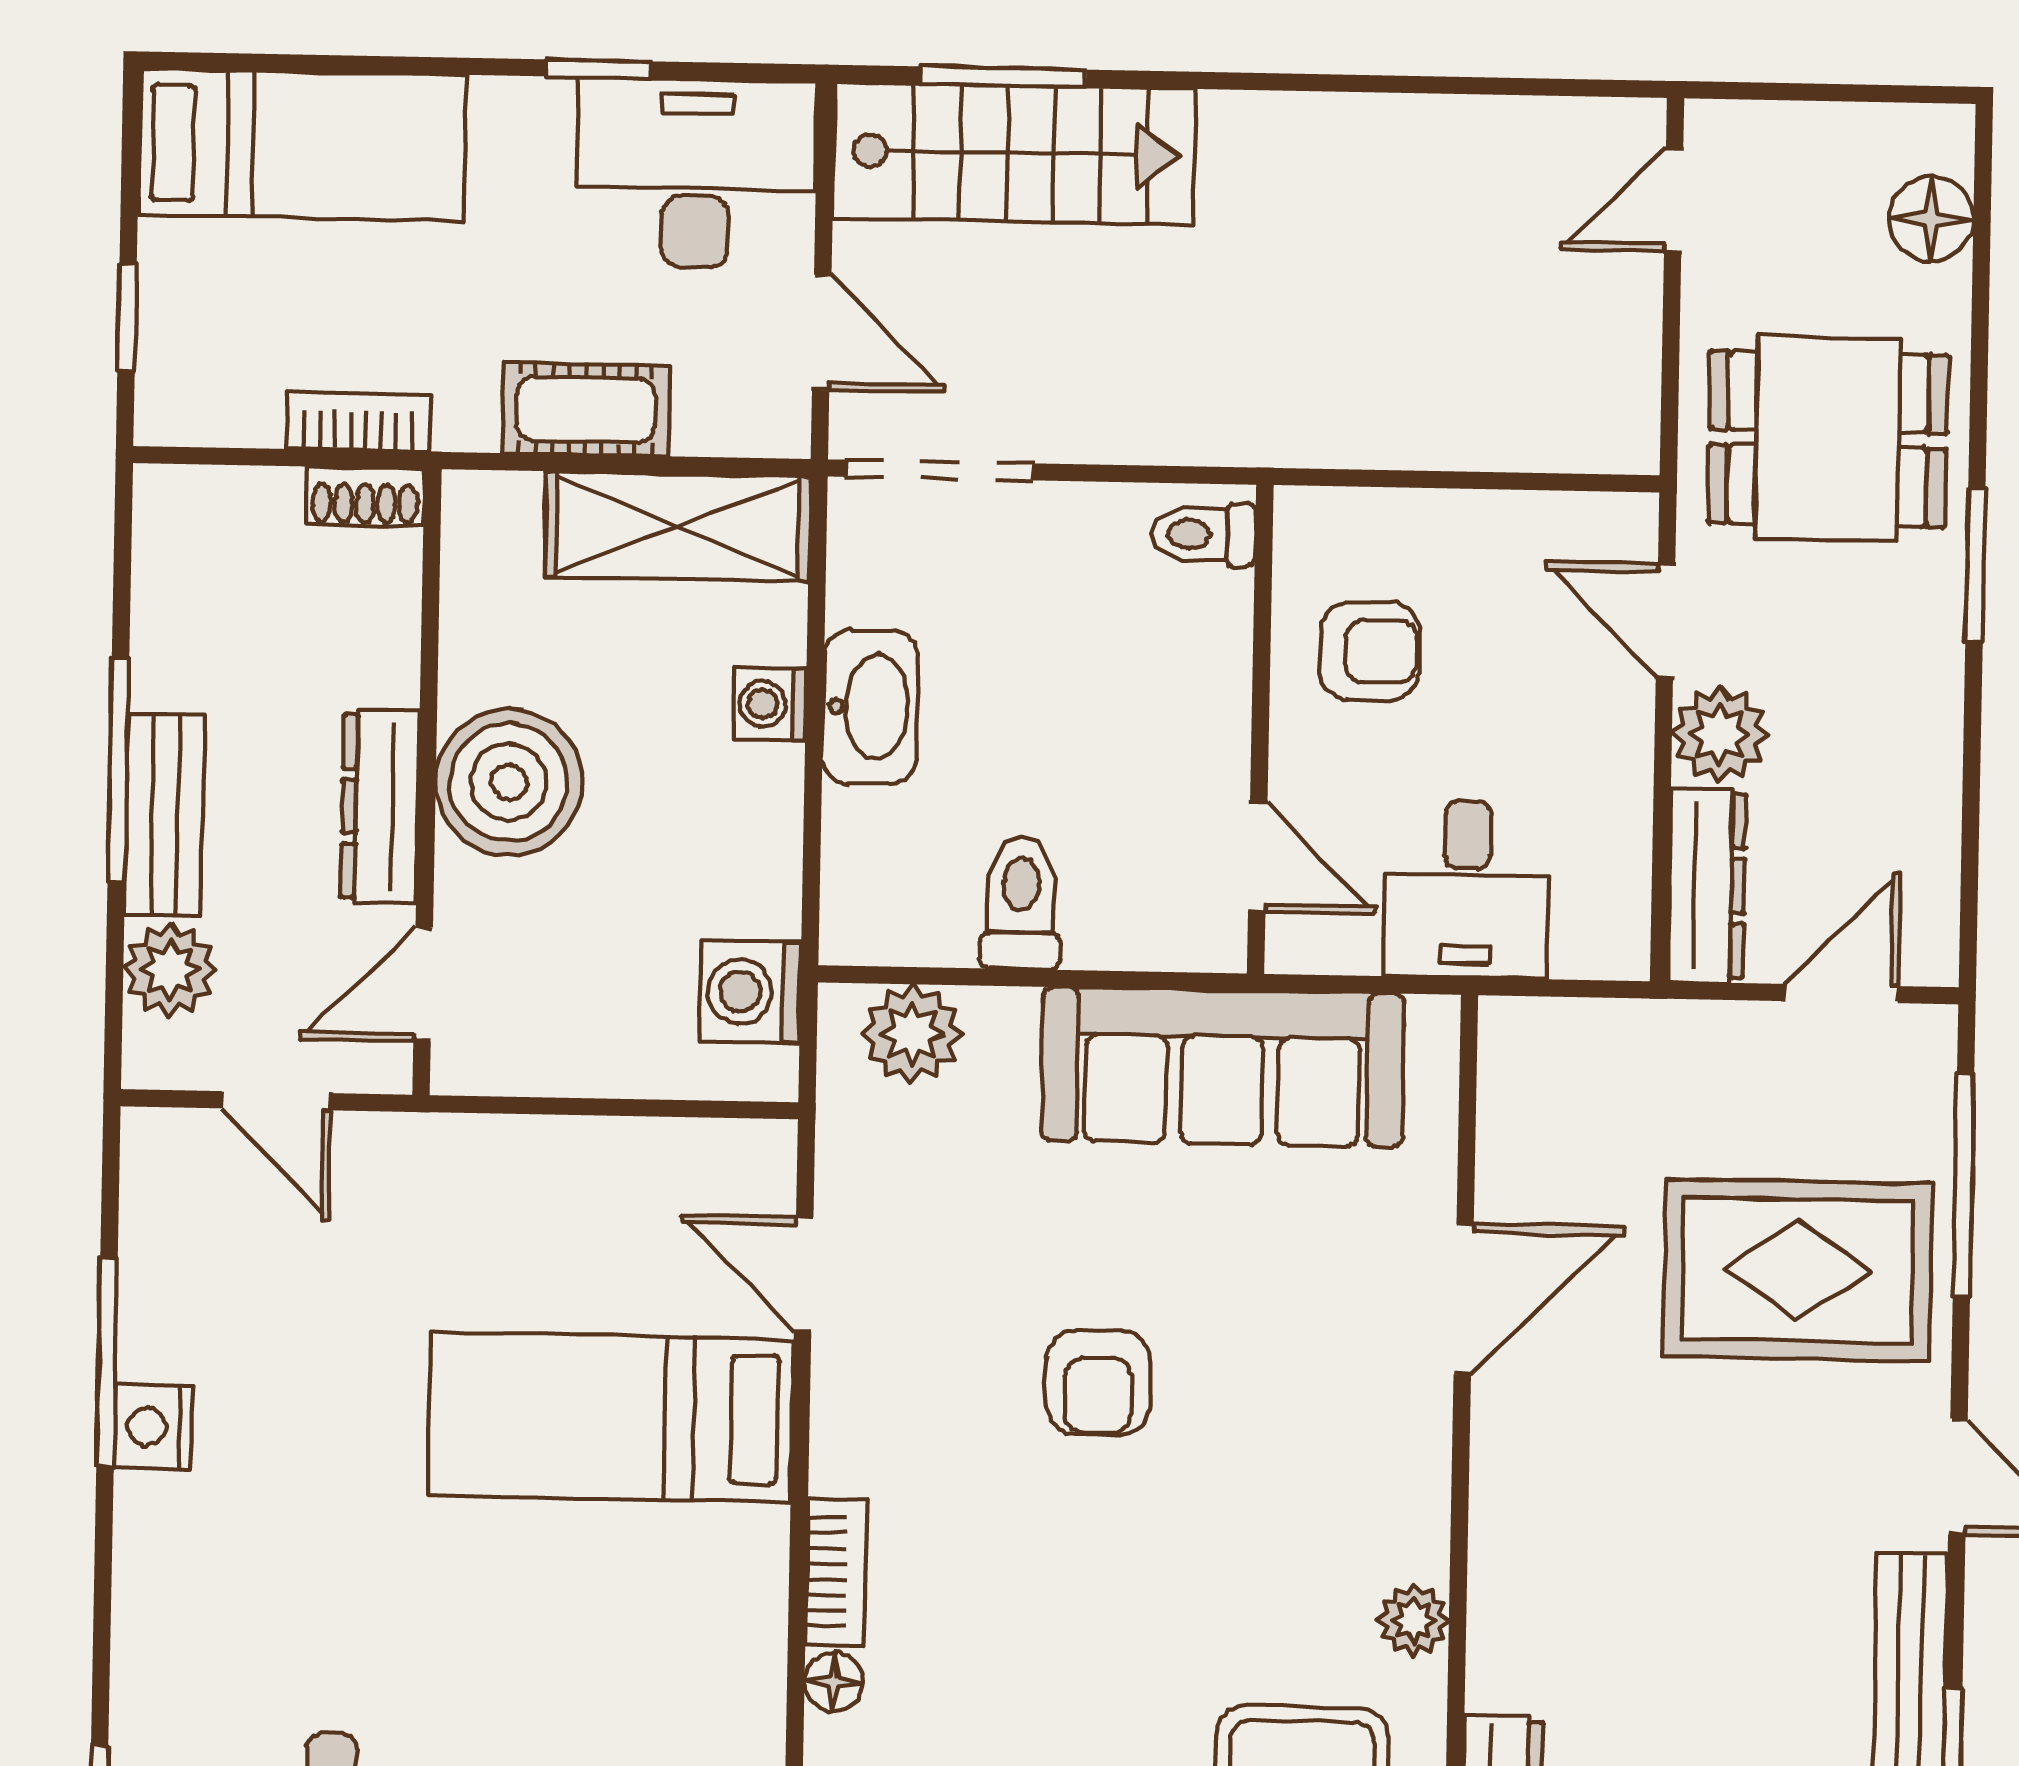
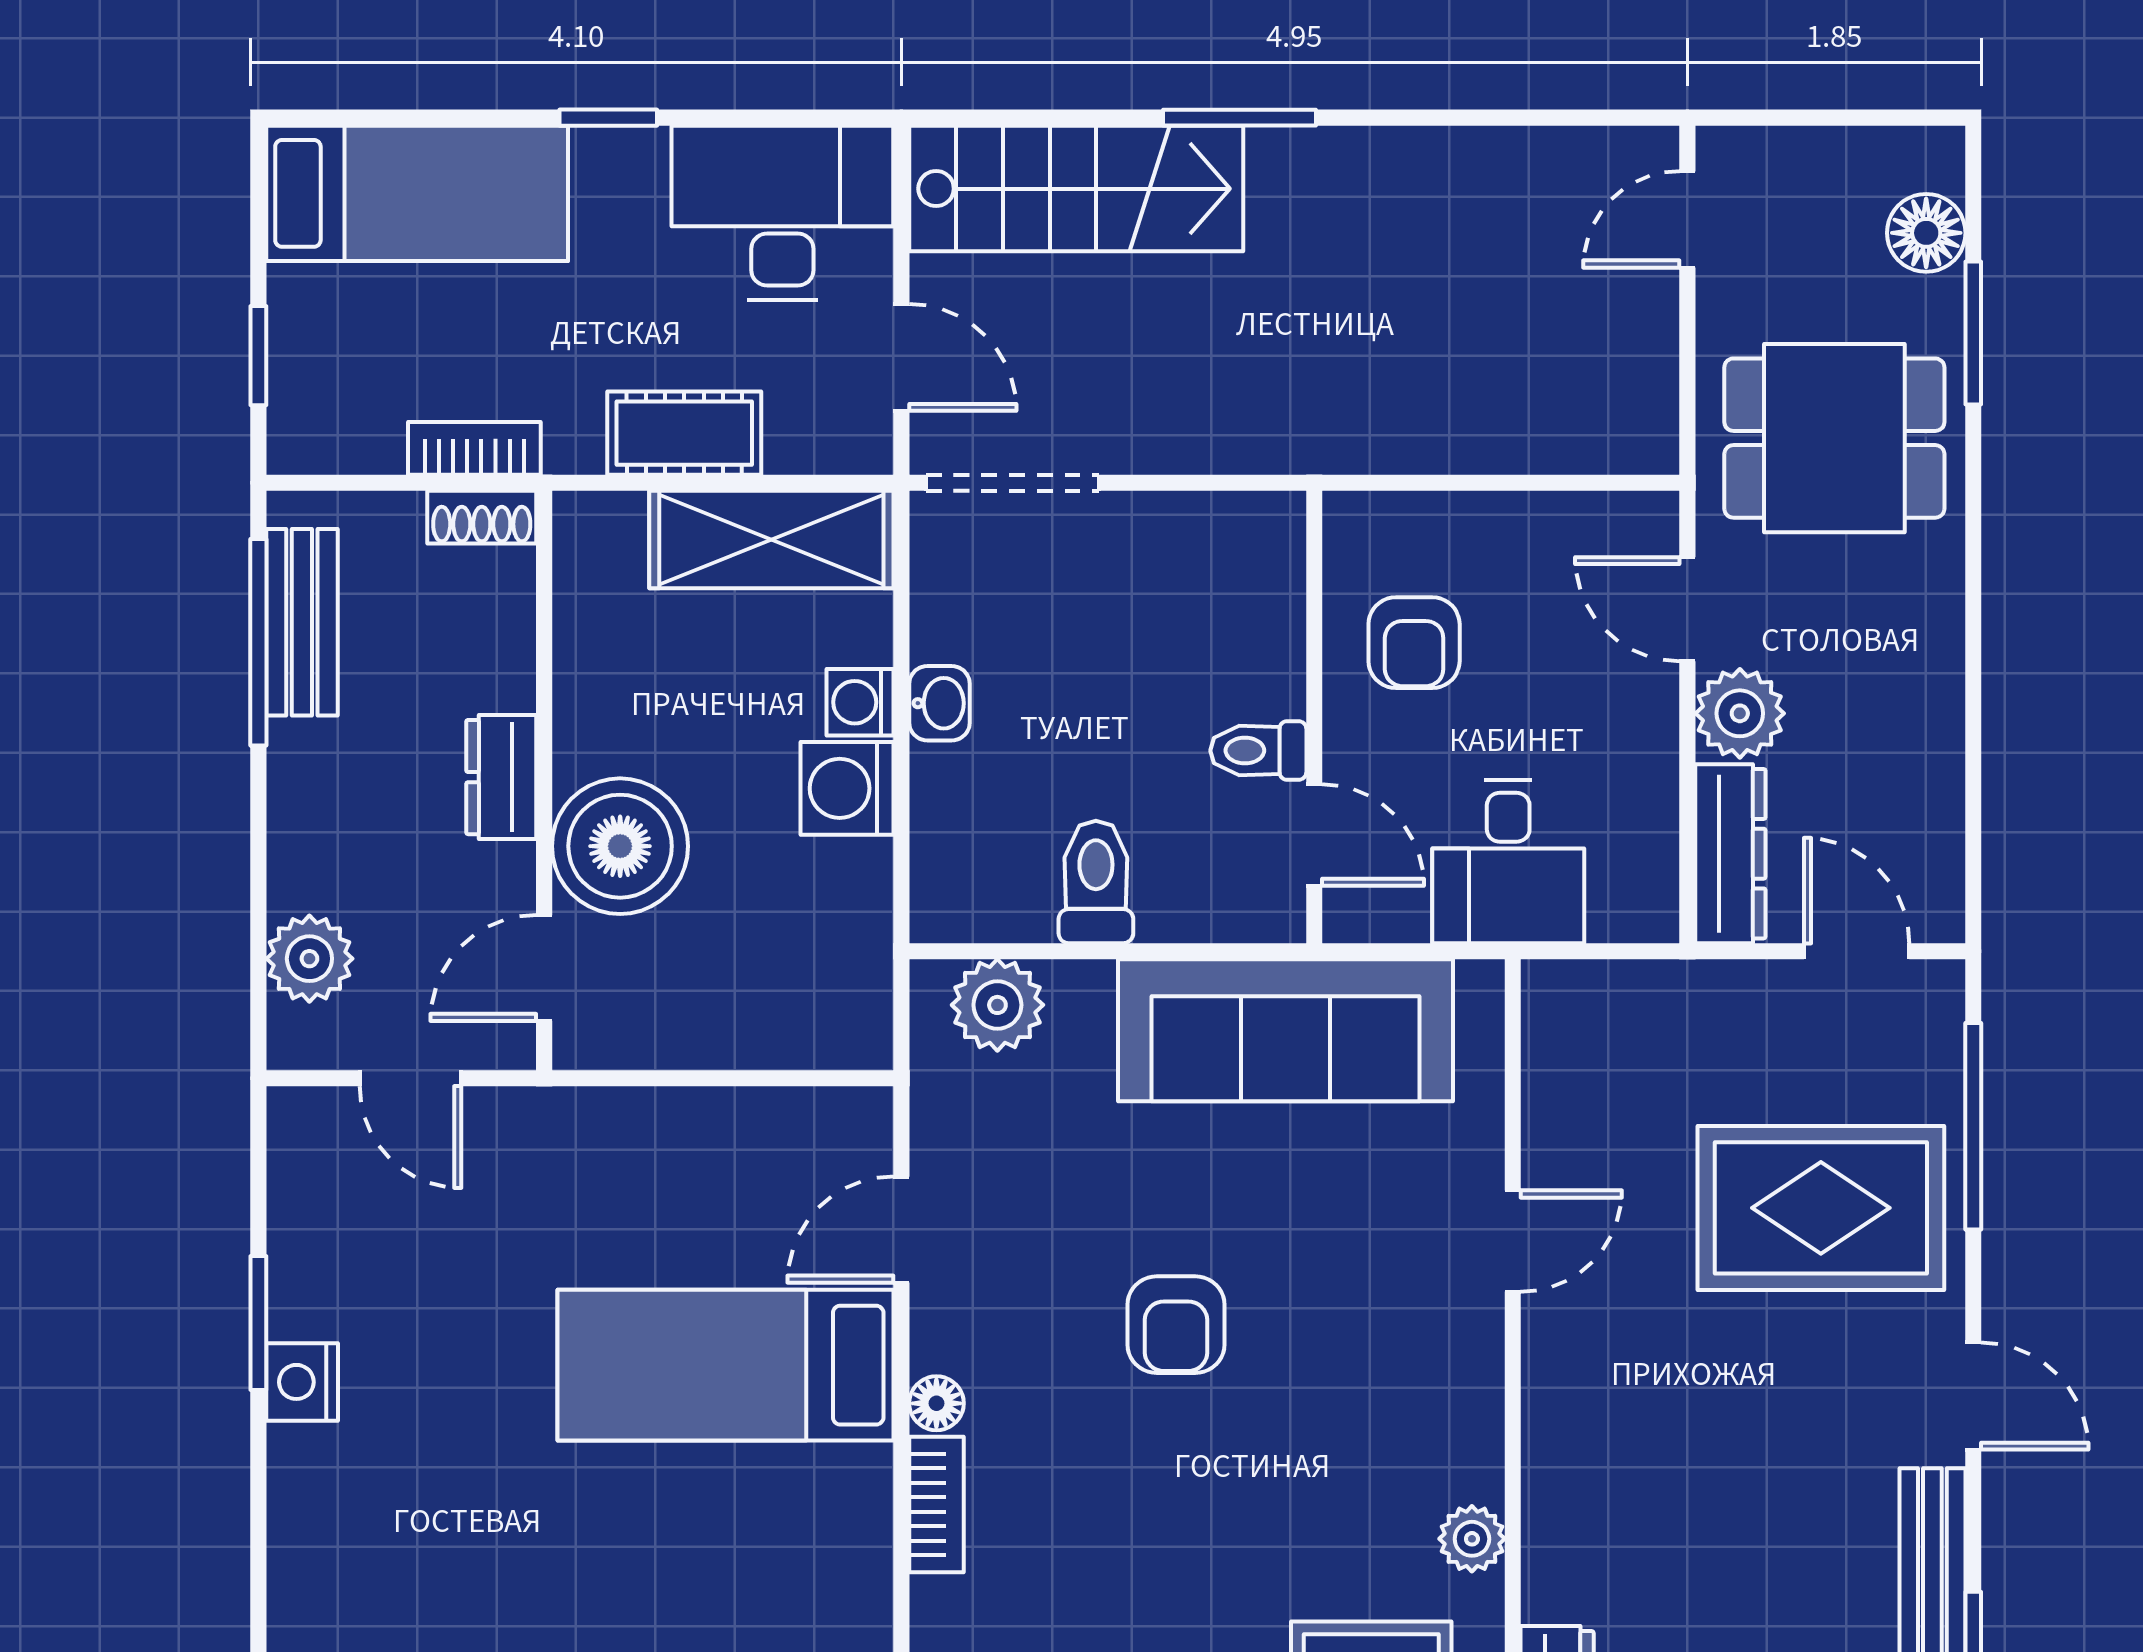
window: (599, 69) -> (608, 118), moved
window: (1003, 77) -> (1239, 118), moved
toilet: (1203, 534) -> (1258, 751), moved
window: (1975, 565) -> (1973, 333), moved
armchair: (1370, 651) -> (1414, 643), turned 90
washbasin: (870, 707) -> (940, 703), width x0.52, depth x0.69
window: (118, 770) -> (258, 642), moved
boiler: (509, 782) -> (620, 846), moved
dresser: (380, 807) -> (501, 777), width x0.70
bench: (165, 815) -> (302, 622), moved
washing machine: (750, 992) -> (847, 788), moved
door: (1841, 994) -> (1857, 951), hinge flipped
door: (804, 1275) -> (901, 1230), hinge flipped
door: (1464, 1299) -> (1513, 1241), width x0.73
window: (107, 1362) -> (258, 1323), width x0.69
floor lamp: (834, 1682) -> (936, 1403), moved

